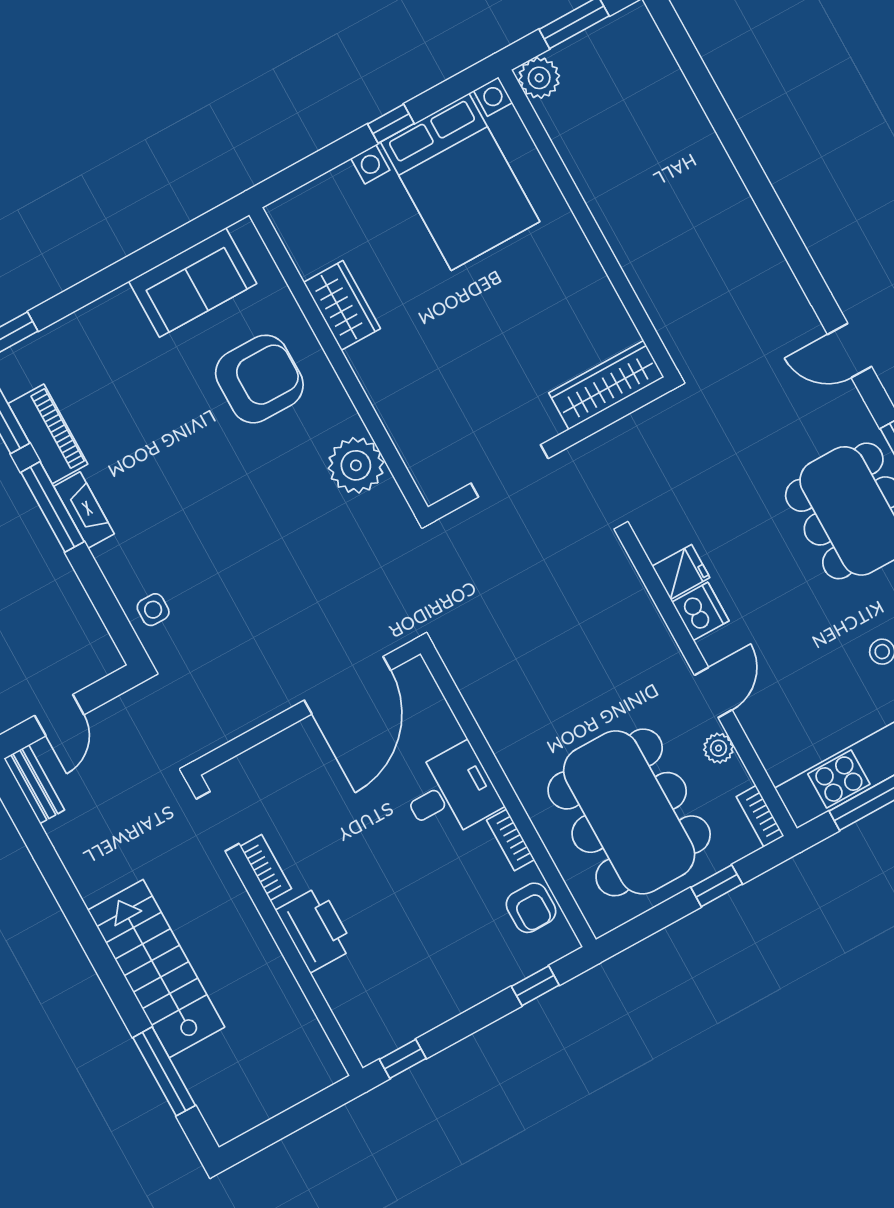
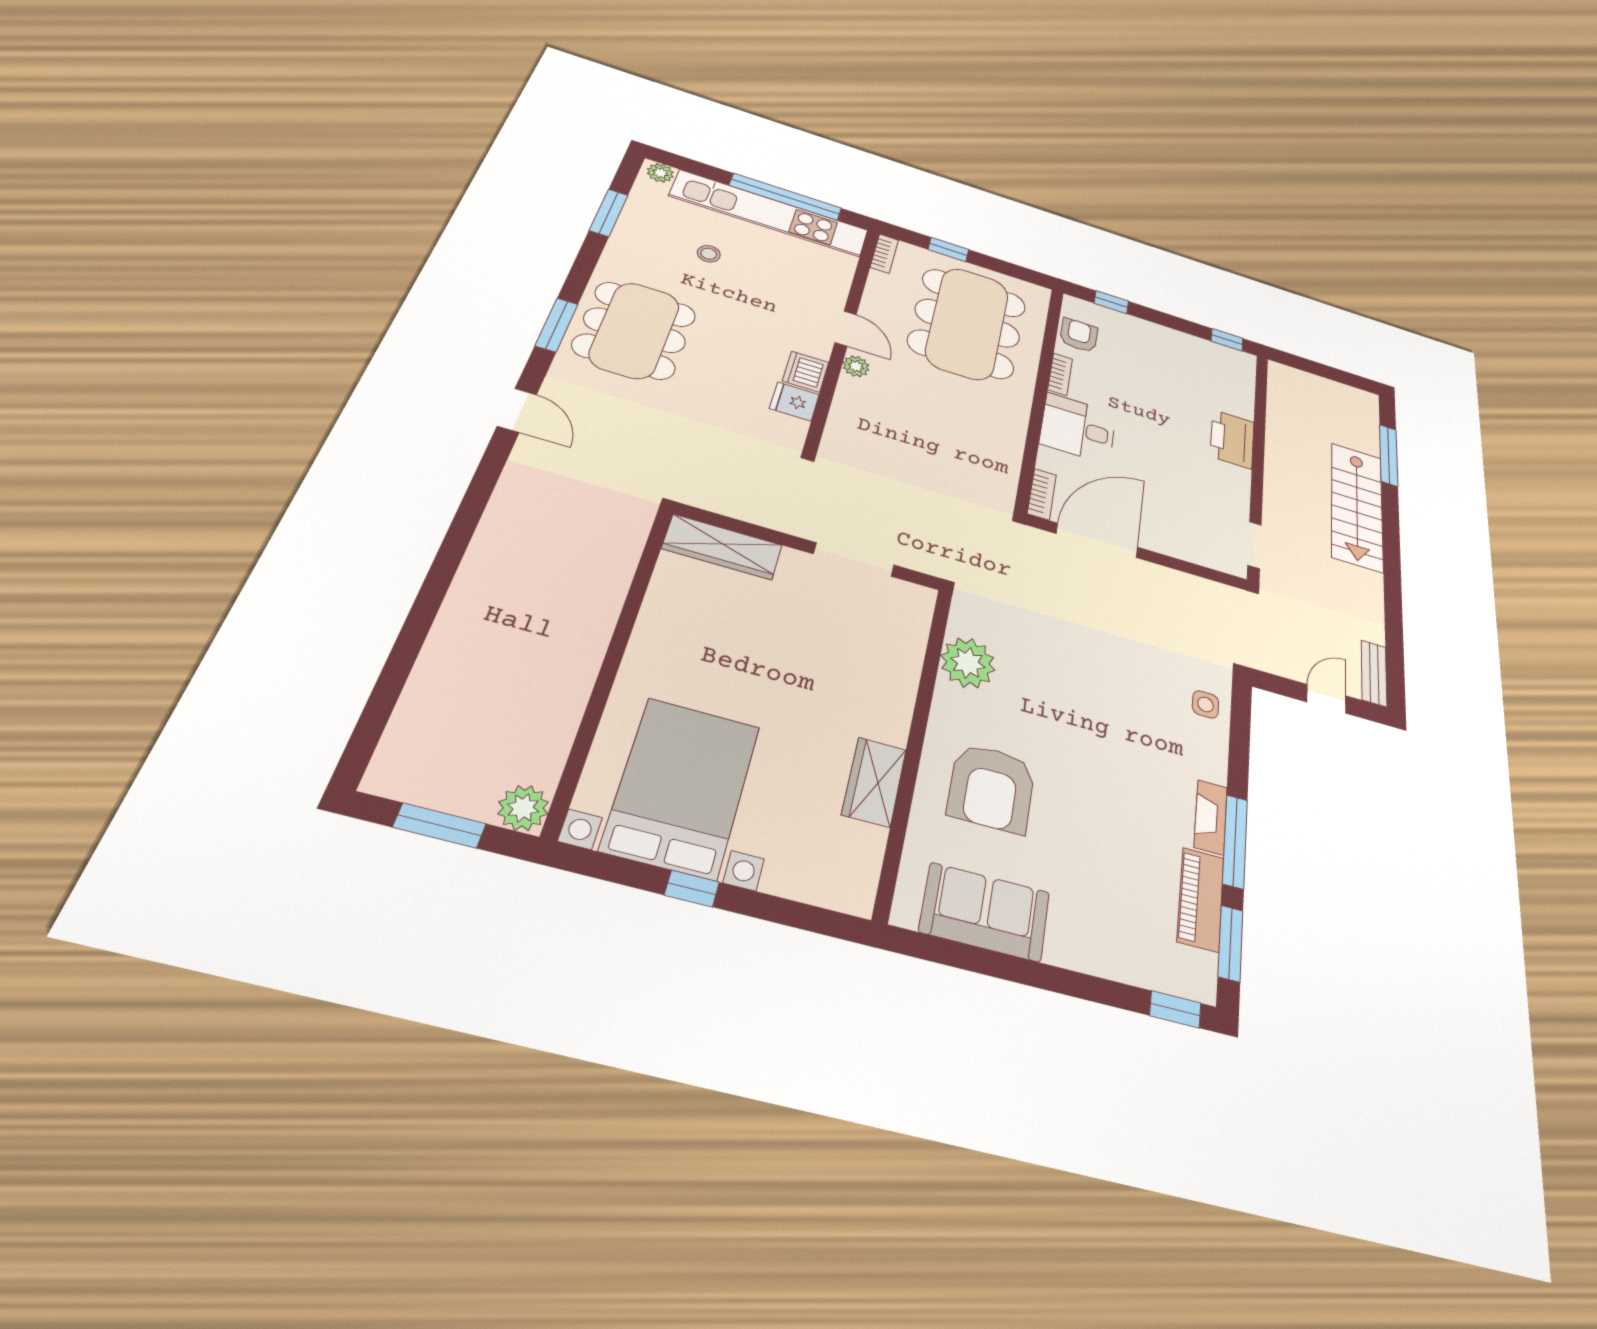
armchair: (259, 379) -> (991, 788), turned -90
door: (713, 693) -> (846, 328), swing flipped
plant: (719, 748) -> (856, 366), moved
bookcase: (266, 868) -> (1042, 494), moved, turned 180

